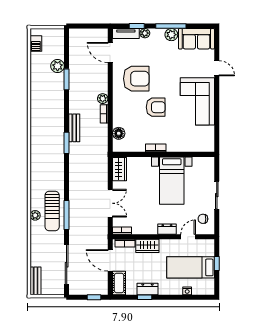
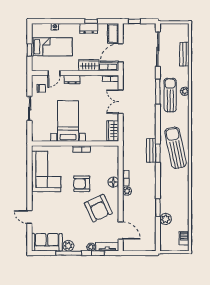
armchair: (136, 79) -> (98, 208), turned -115
corner sofa: (197, 101) -> (46, 171), moved
bench: (74, 128) -> (151, 150), moved
floor lamp: (119, 133) -> (113, 182), moved
sun lounger: (46, 149) -> (175, 148), added
door: (110, 260) -> (121, 53), swing flipped
bench: (36, 281) -> (184, 54), moved

